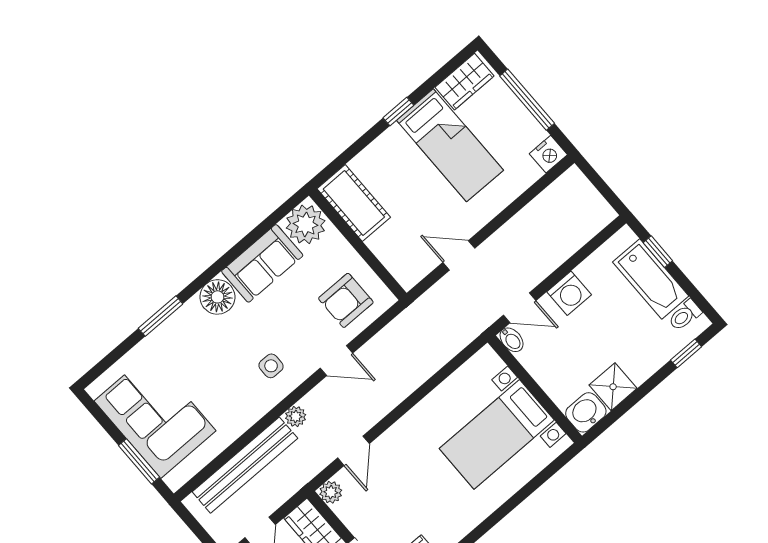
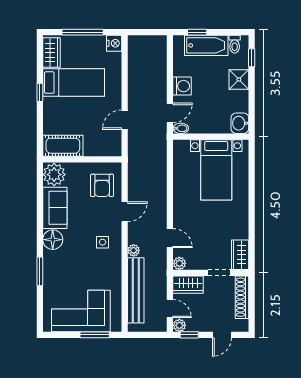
shower: (613, 387) -> (239, 79), moved

